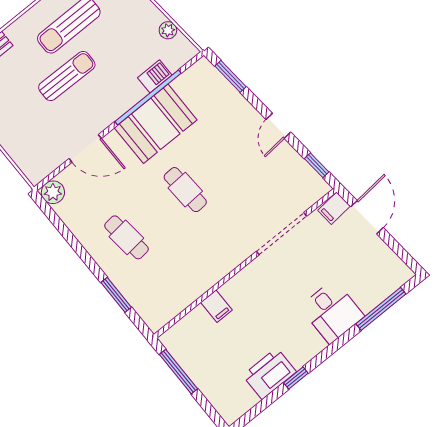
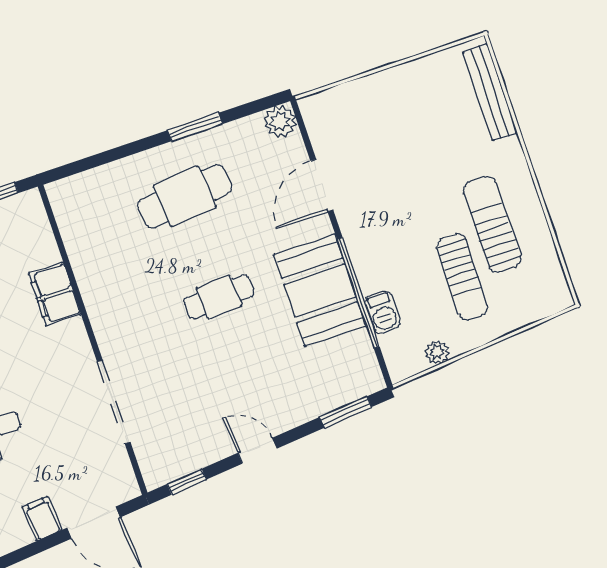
sun lounger: (67, 76) -> (462, 277), moved
filing cabinet: (334, 208) -> (42, 519), moved
cafe table: (126, 237) -> (185, 196), width x1.37, depth x1.35
window: (116, 295) -> (195, 127), moved
filing cabinet: (216, 306) -> (55, 294), width x2.00

